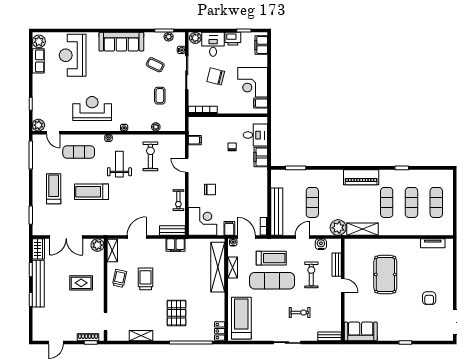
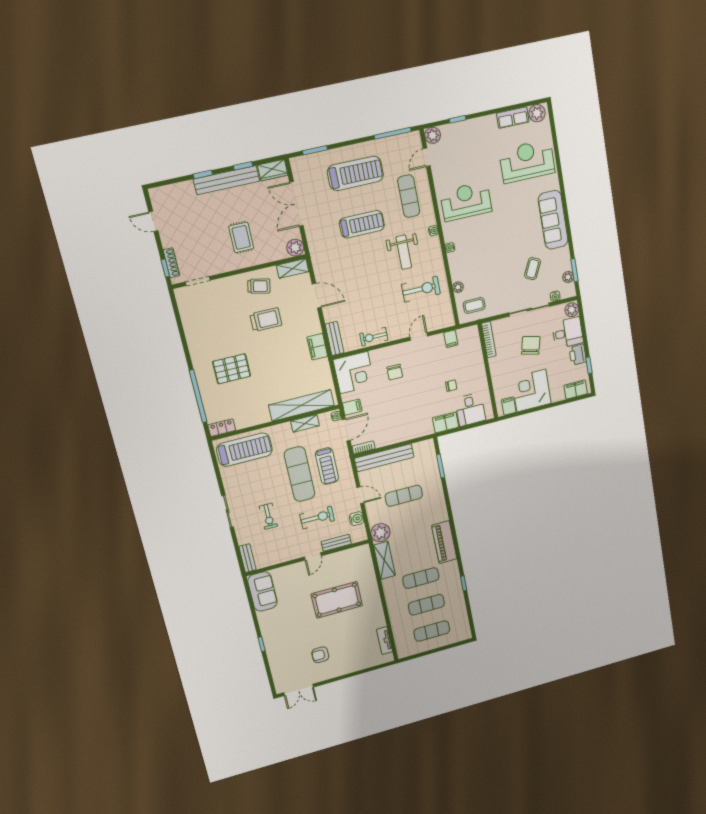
coffee table: (160, 96) -> (474, 305), moved
reception desk: (92, 108) -> (466, 201), turned -90
weight bench: (119, 164) -> (404, 252), turned 90
treadmill: (54, 189) -> (355, 173), width x1.37, depth x1.38
treadmill: (91, 192) -> (362, 224), turned 90
shelving: (141, 336) -> (191, 331), removed

